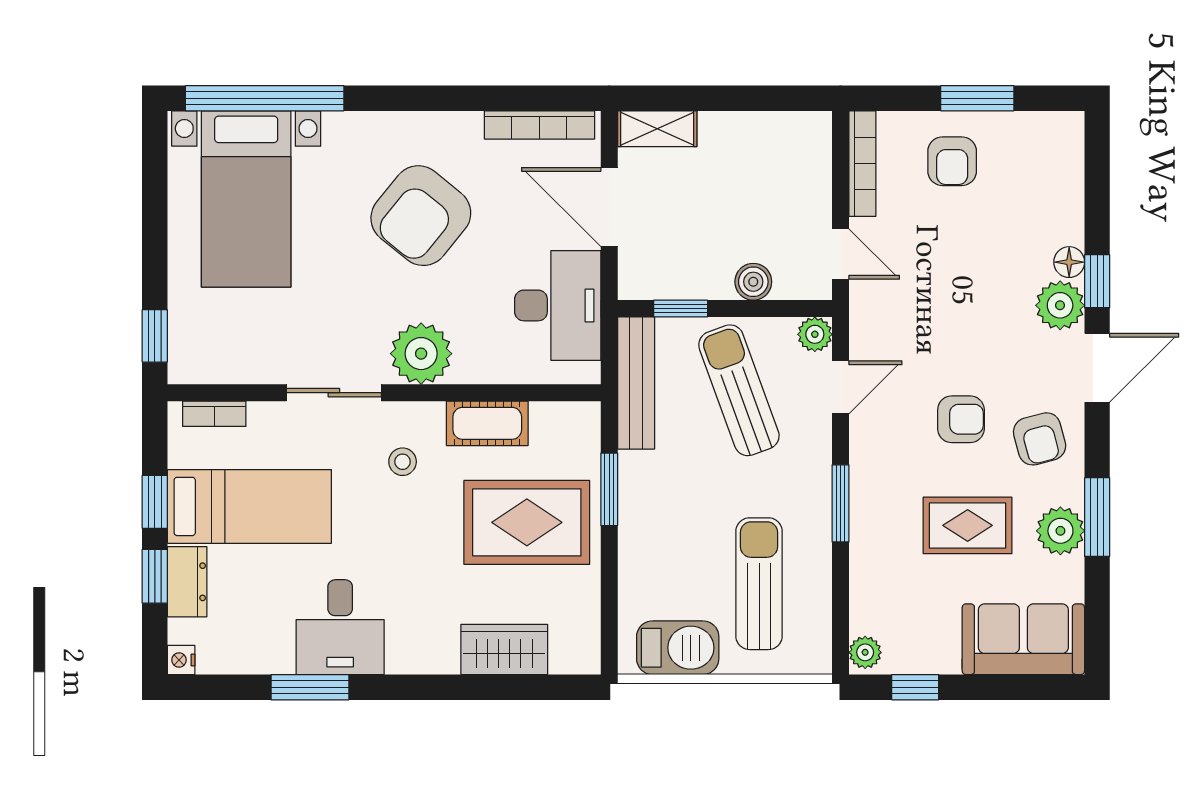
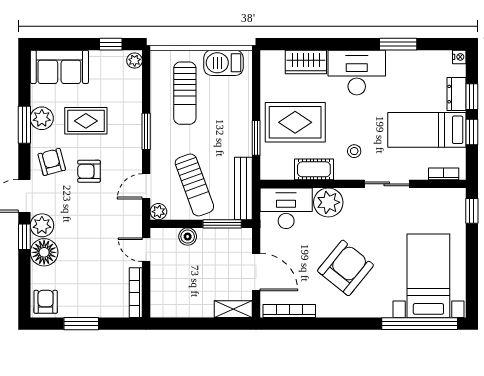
armchair: (952, 161) -> (46, 302), moved
floor lamp: (1069, 262) -> (44, 252), width x1.89, depth x1.89
desk: (558, 305) -> (286, 208), moved, turned 90
window: (681, 309) -> (222, 224), width x1.50
plant: (421, 354) -> (328, 202), moved
desk: (340, 627) -> (357, 73), moved, width x1.37

